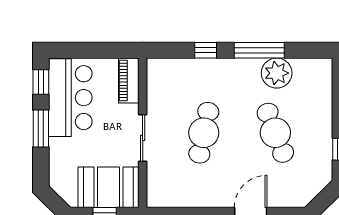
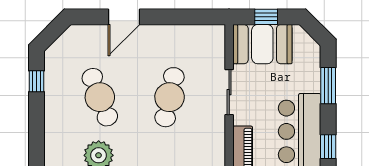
window: (41, 129) -> (328, 86), moved

